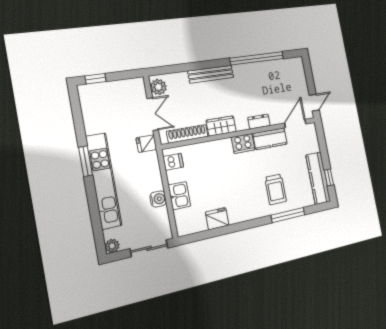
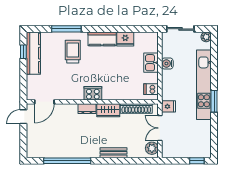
bench: (211, 74) -> (114, 153), width x0.73
dresser: (259, 122) -> (87, 109), moved
kitchen counter: (270, 139) -> (102, 39), moved, turned 180

